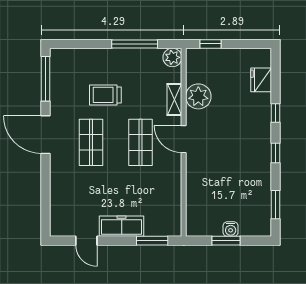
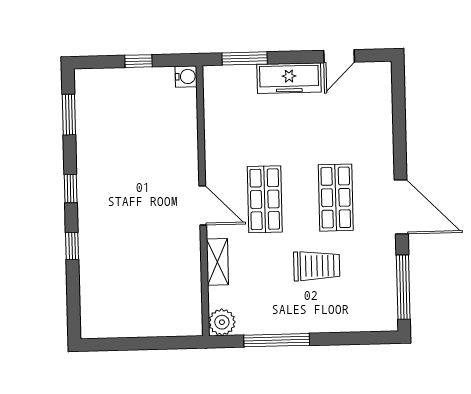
window: (210, 44) -> (168, 343), removed
fridge: (261, 80) -> (94, 293), removed
plant: (198, 96) -> (183, 267), removed
water cooler: (231, 229) -> (186, 77), moved, turned 90
door: (86, 241) -> (339, 56), swing flipped
window: (226, 241) -> (139, 61), width x0.67

